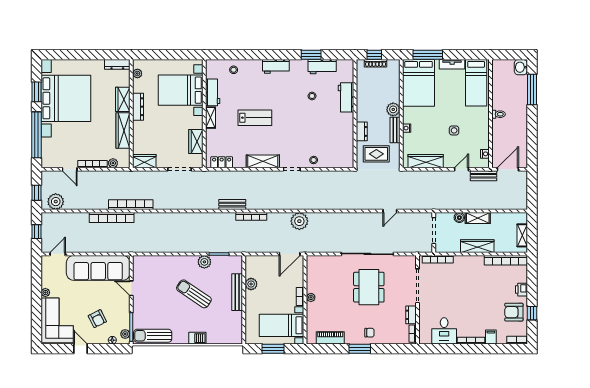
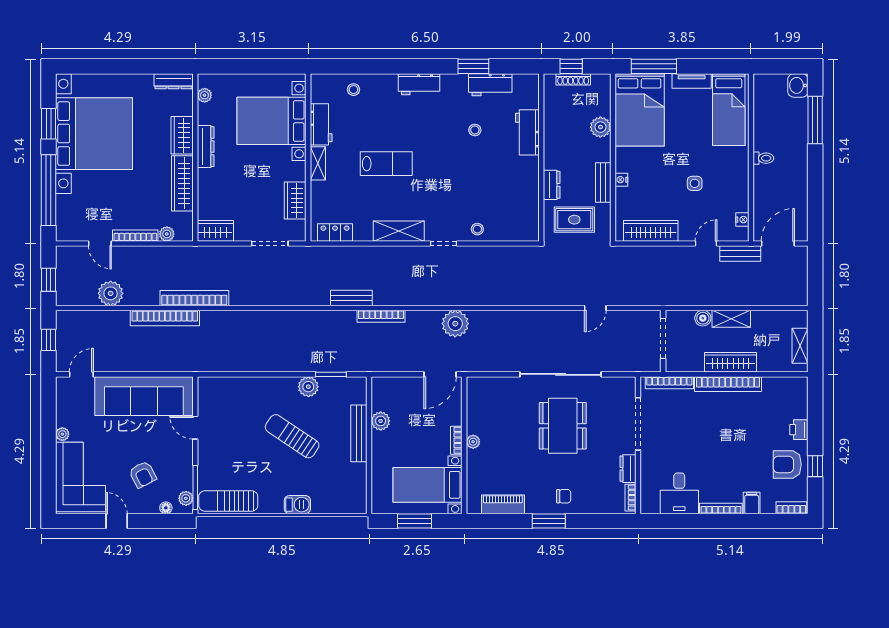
plant: (393, 109) -> (600, 127), moved
plant: (56, 202) -> (111, 293), moved
bookcase: (506, 260) -> (728, 384), moved

